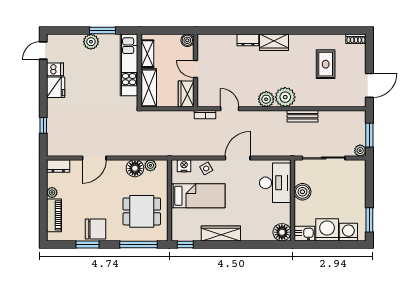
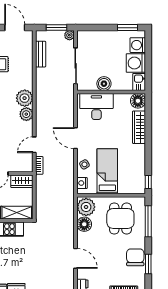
bench: (302, 116) -> (41, 54), moved
plant: (150, 165) -> (86, 207), width x1.88, depth x1.88
wardrobe: (221, 234) -> (139, 127), moved

